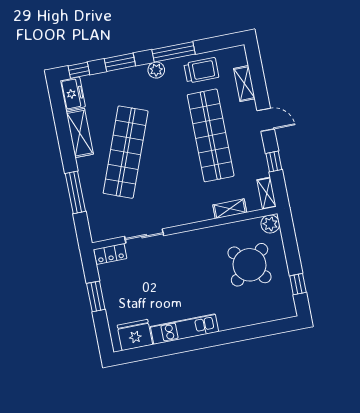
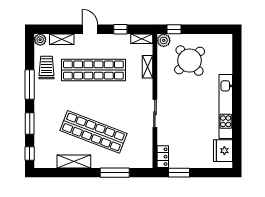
plant: (156, 70) -> (40, 40), moved
freezer: (73, 94) -> (45, 161), removed
door: (266, 120) -> (90, 29), hinge flipped
sliding door: (144, 236) -> (155, 113), moved
window: (298, 284) -> (174, 29), moved
window: (96, 296) -> (179, 173), moved
kitchen unit: (184, 329) -> (226, 106), width x1.36

